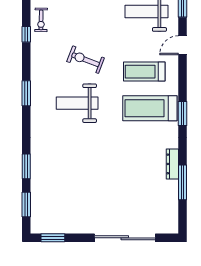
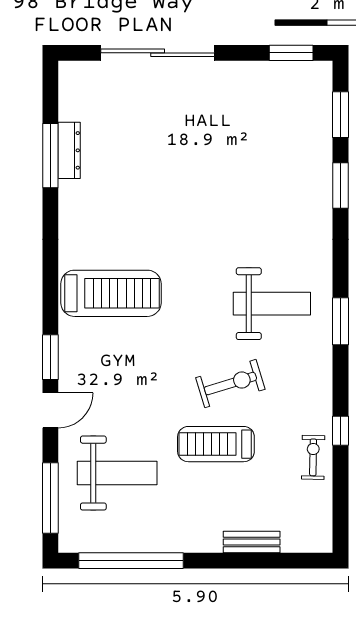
exercise bike: (86, 60) -> (230, 384), turned -38
treadmill: (144, 72) -> (216, 444), moved, turned 180
weight bench: (77, 103) -> (272, 304), moved
window: (183, 114) -> (50, 357), moved
dresser: (172, 164) -> (69, 150), moved

